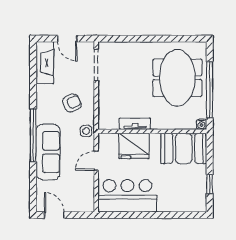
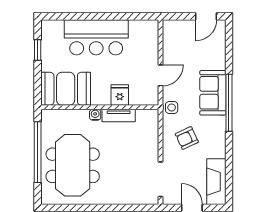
water cooler: (201, 124) -> (95, 115), moved
fridge: (134, 146) -> (120, 95), width x0.53, depth x0.75
sofa: (48, 152) -> (213, 93), width x0.73
bar counter: (127, 196) -> (96, 37), moved
door: (54, 215) -> (206, 16), hinge flipped

